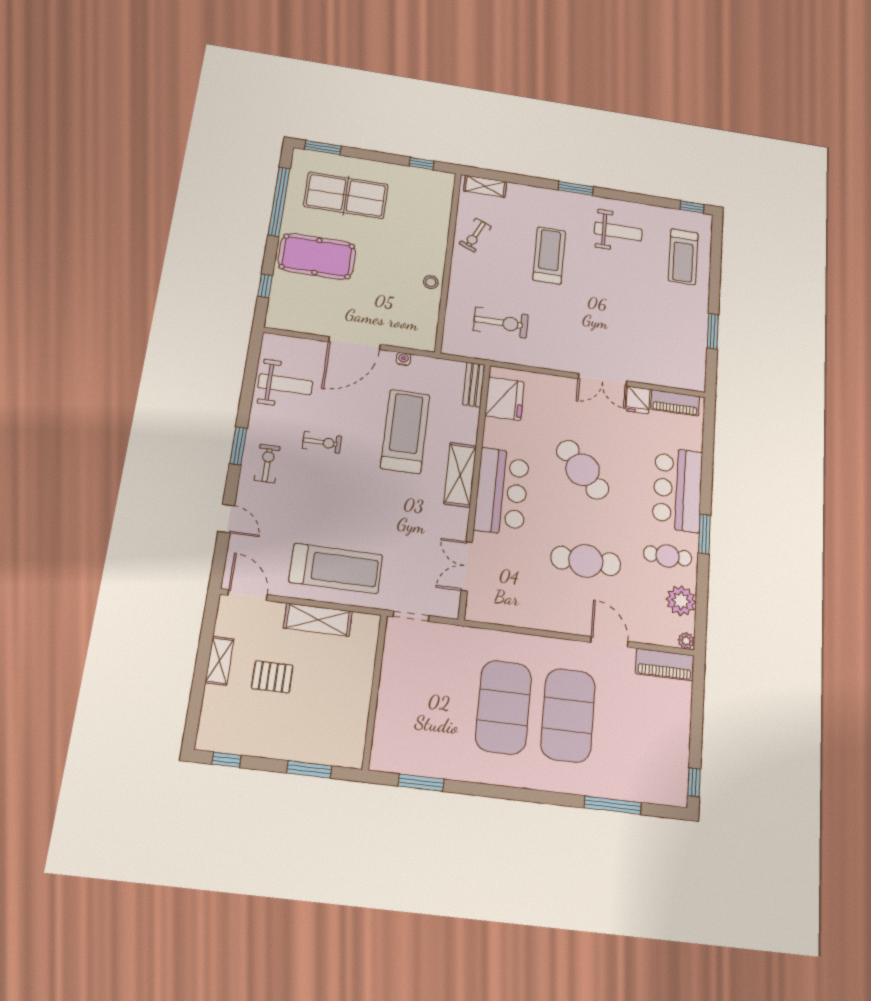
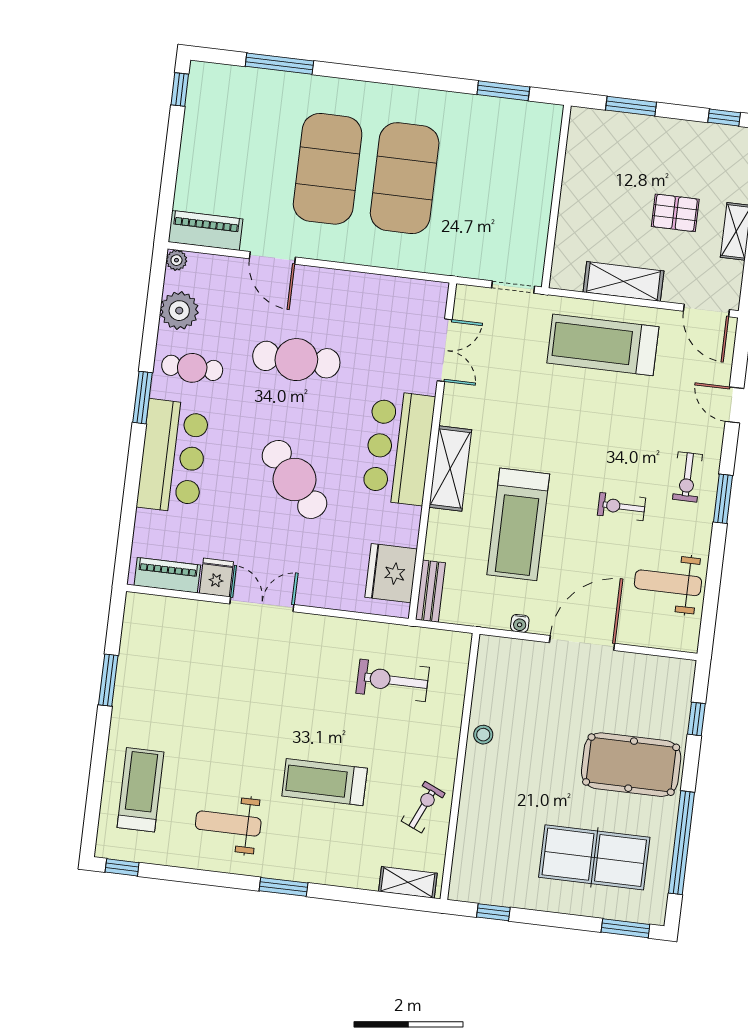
treadmill: (549, 255) -> (325, 782), turned 90

